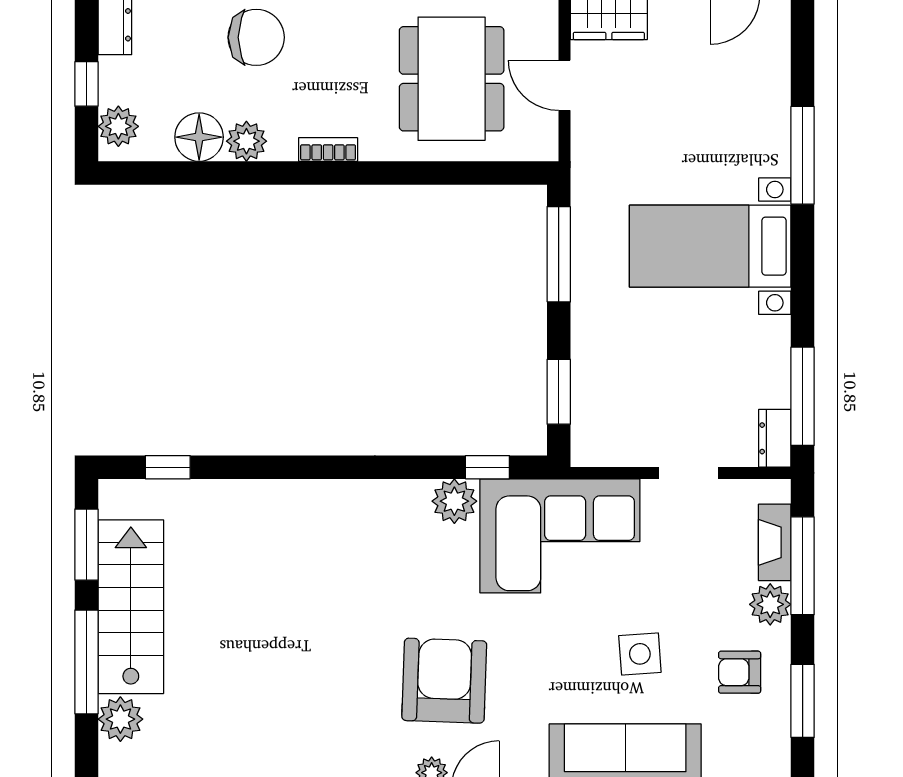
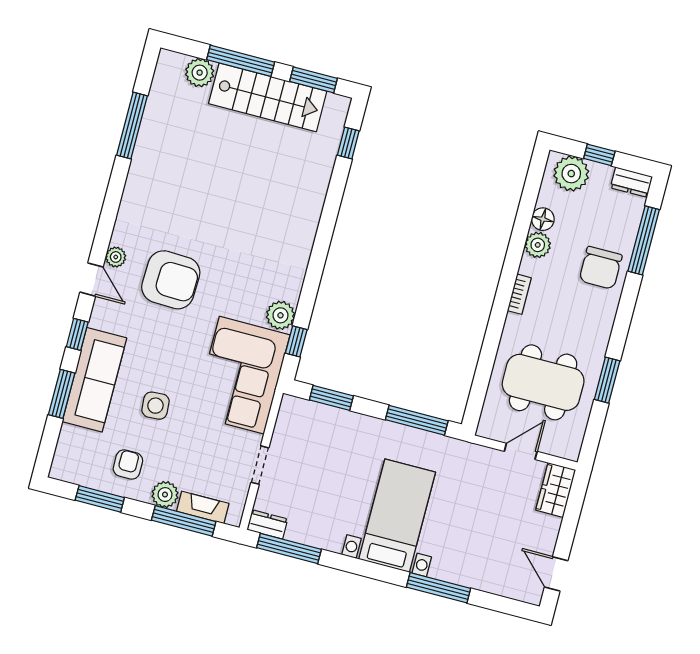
plant: (118, 126) -> (571, 174), width x1.36, depth x1.36
floor lamp: (199, 137) -> (543, 219), width x0.73, depth x0.73

